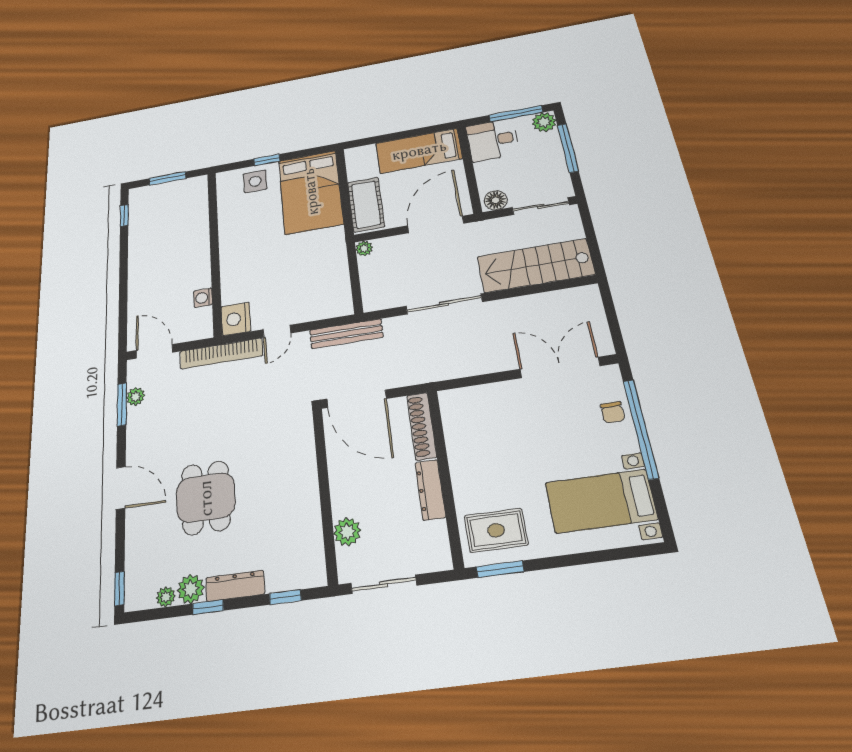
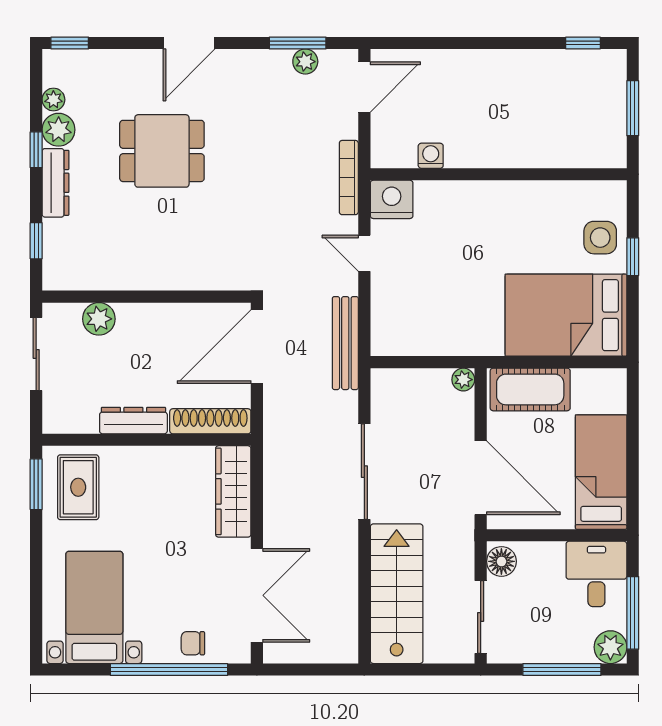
bookcase: (221, 354) -> (349, 178), width x0.68, depth x0.76
wardrobe: (477, 399) -> (233, 491), added

